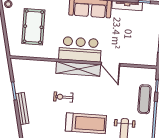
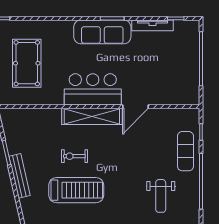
door: (110, 64) -> (136, 107), hinge flipped
treadmill: (86, 123) -> (76, 190), moved

